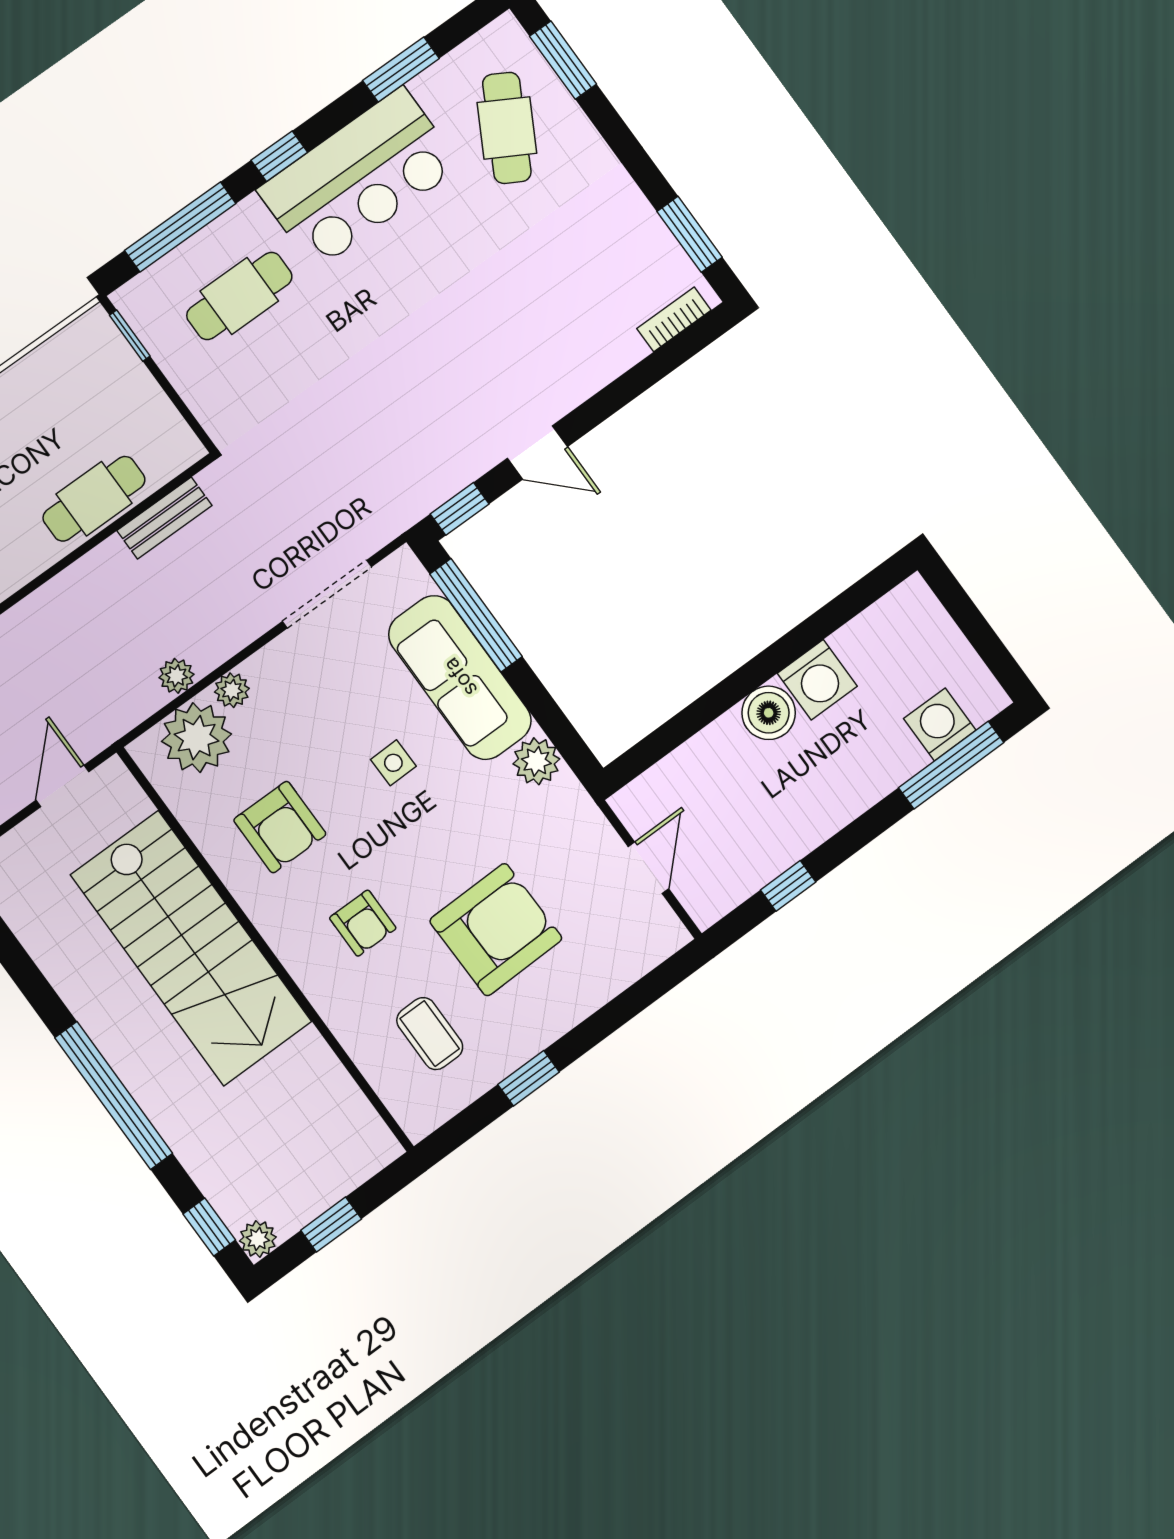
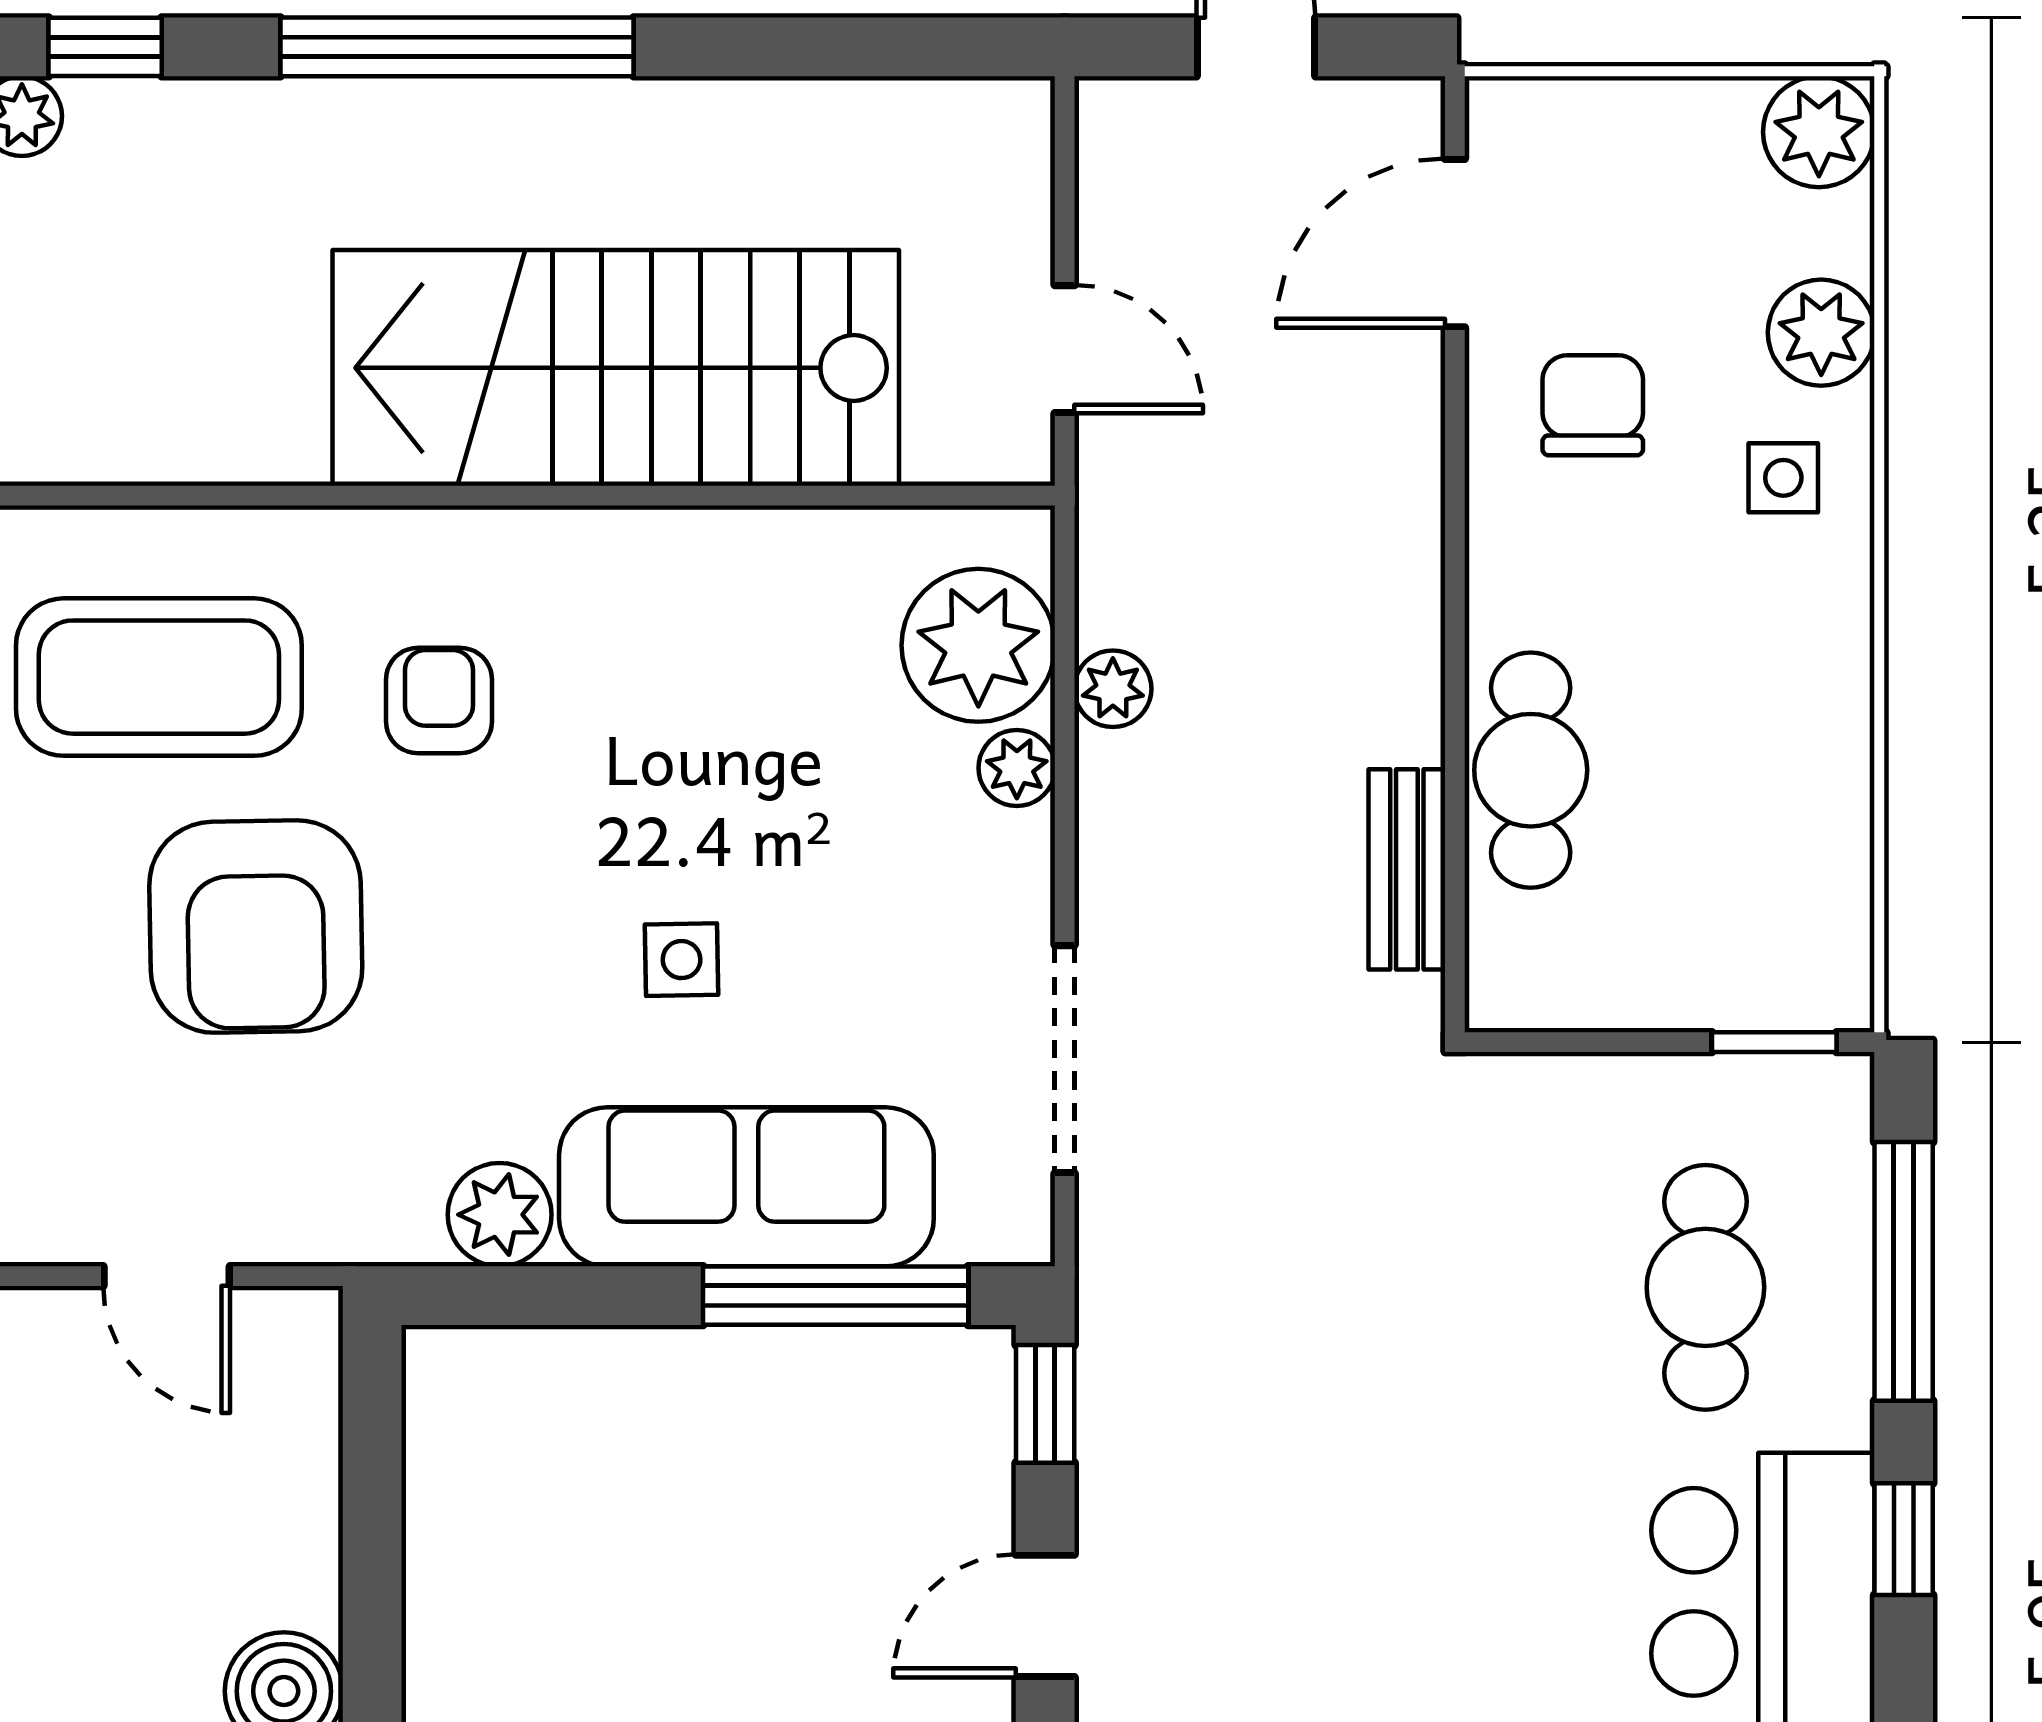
armchair: (280, 827) -> (714, 678), removed
armchair: (363, 923) -> (439, 701), turned 90
coffee table: (430, 1034) -> (159, 677), width x1.86, depth x1.72

